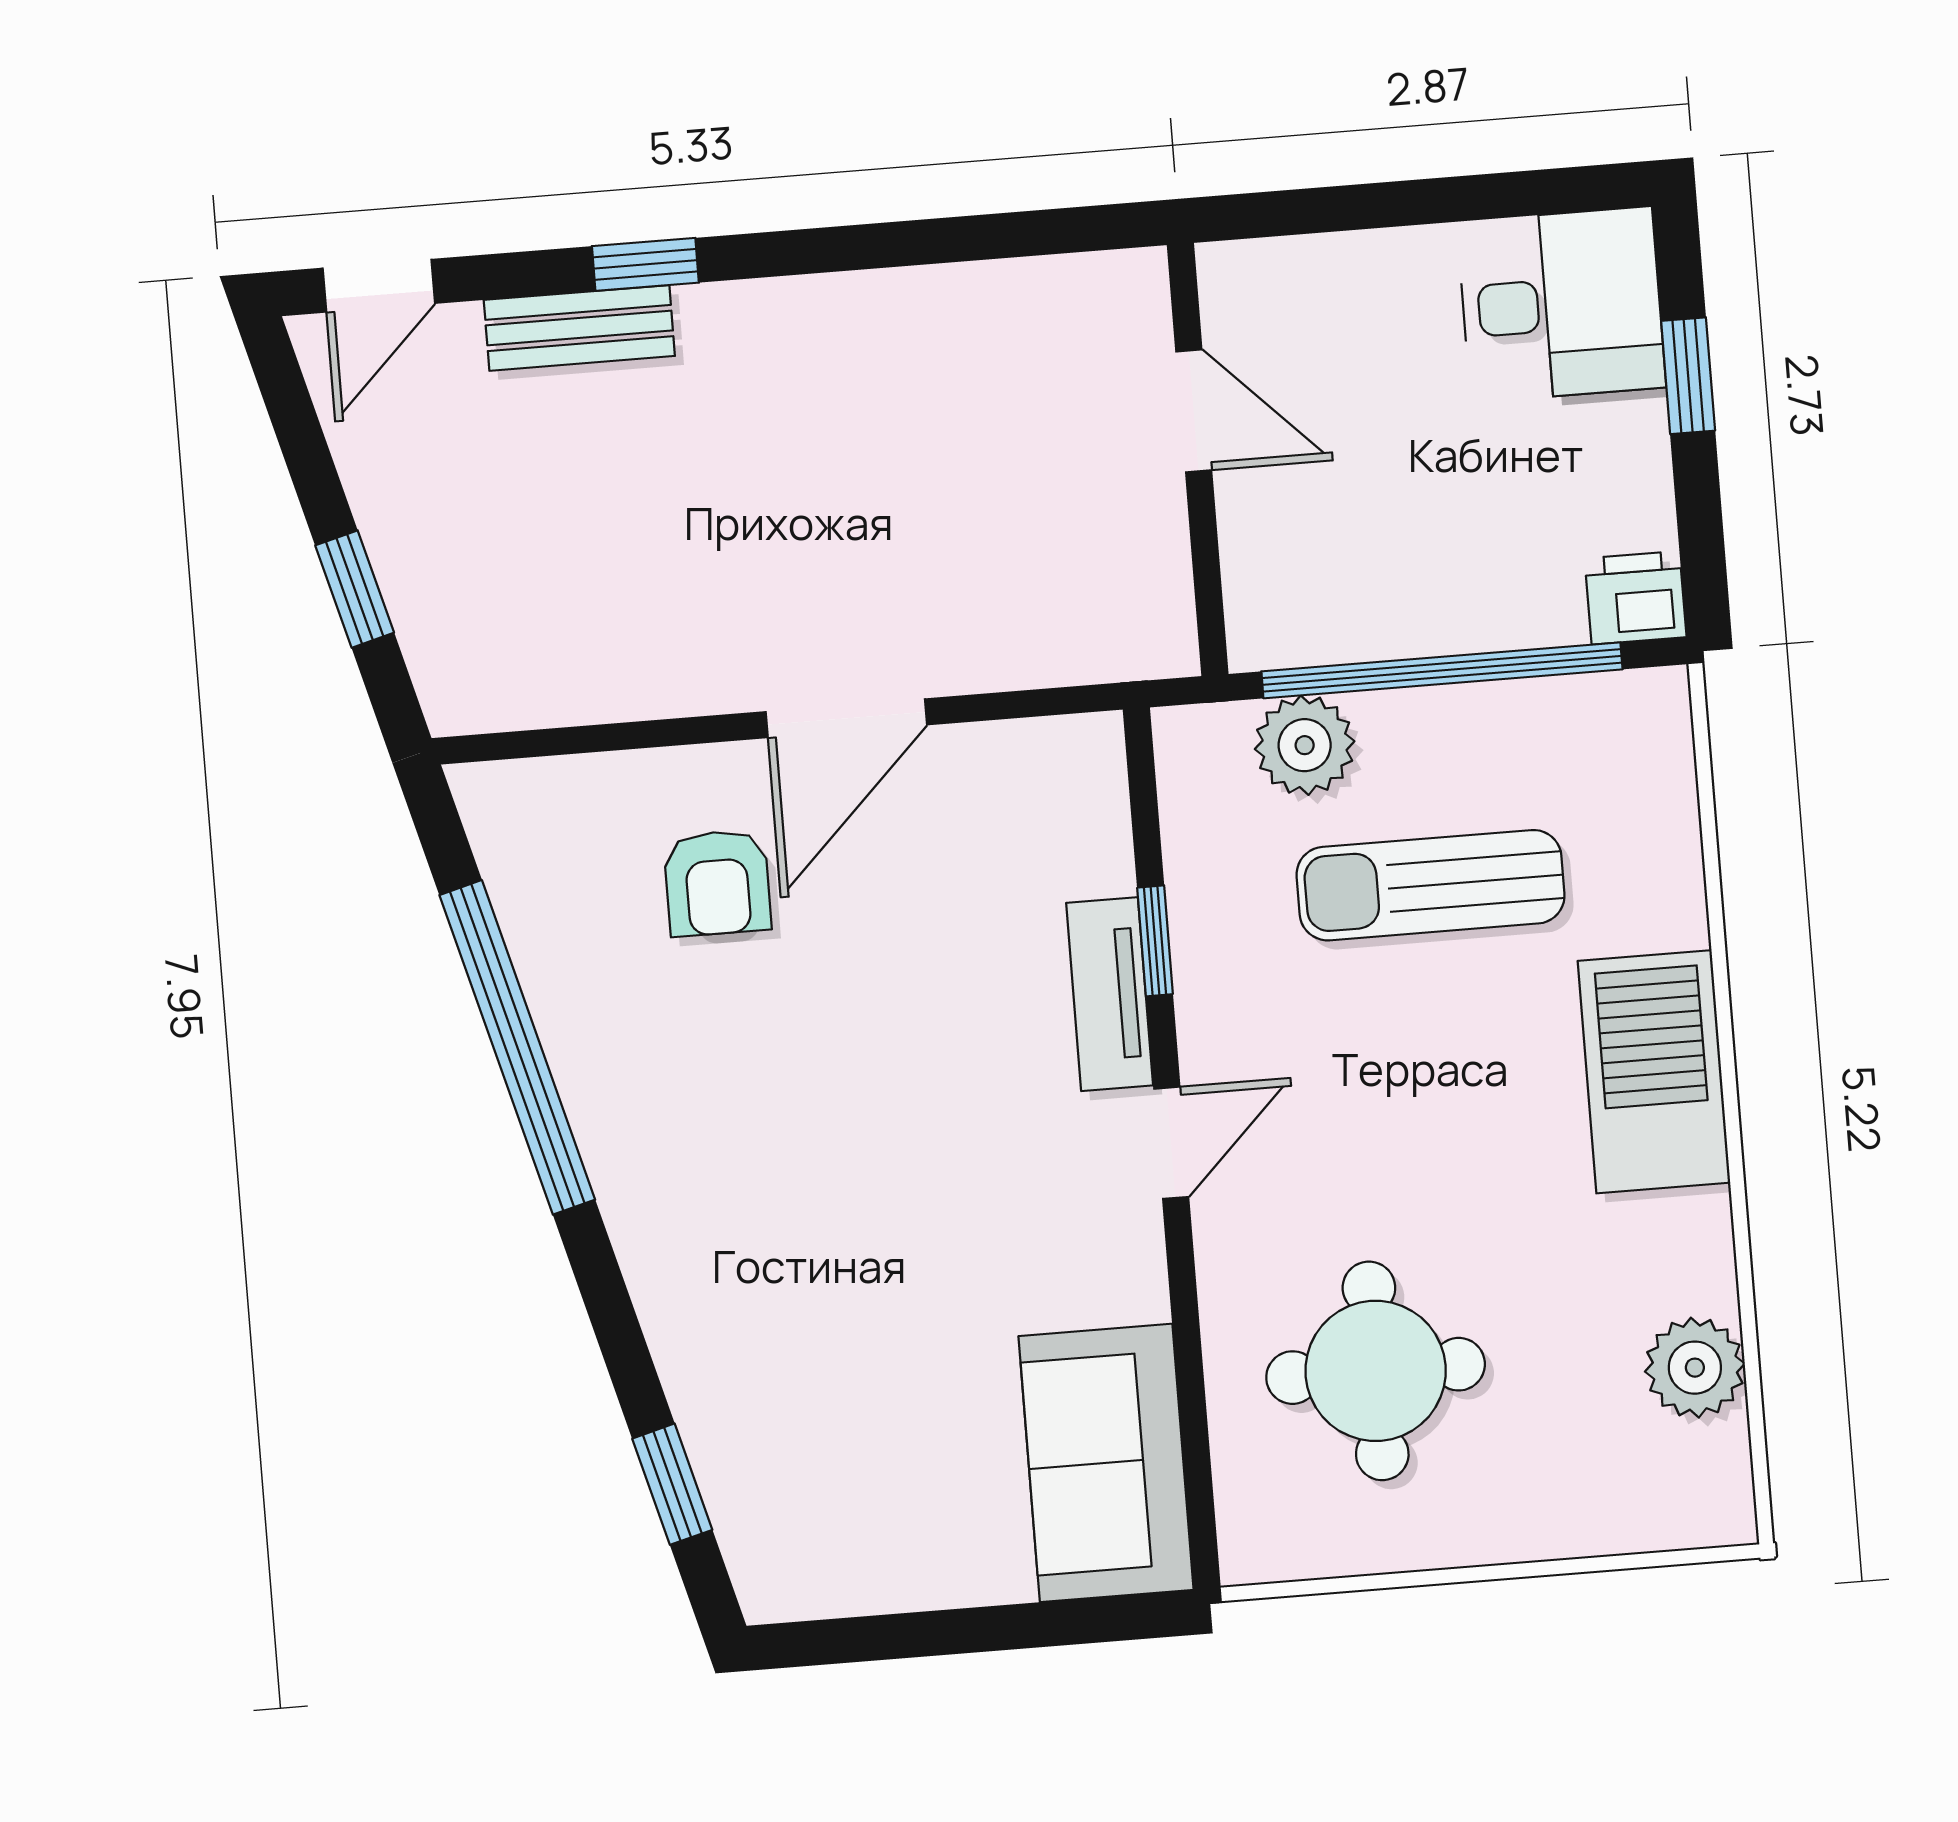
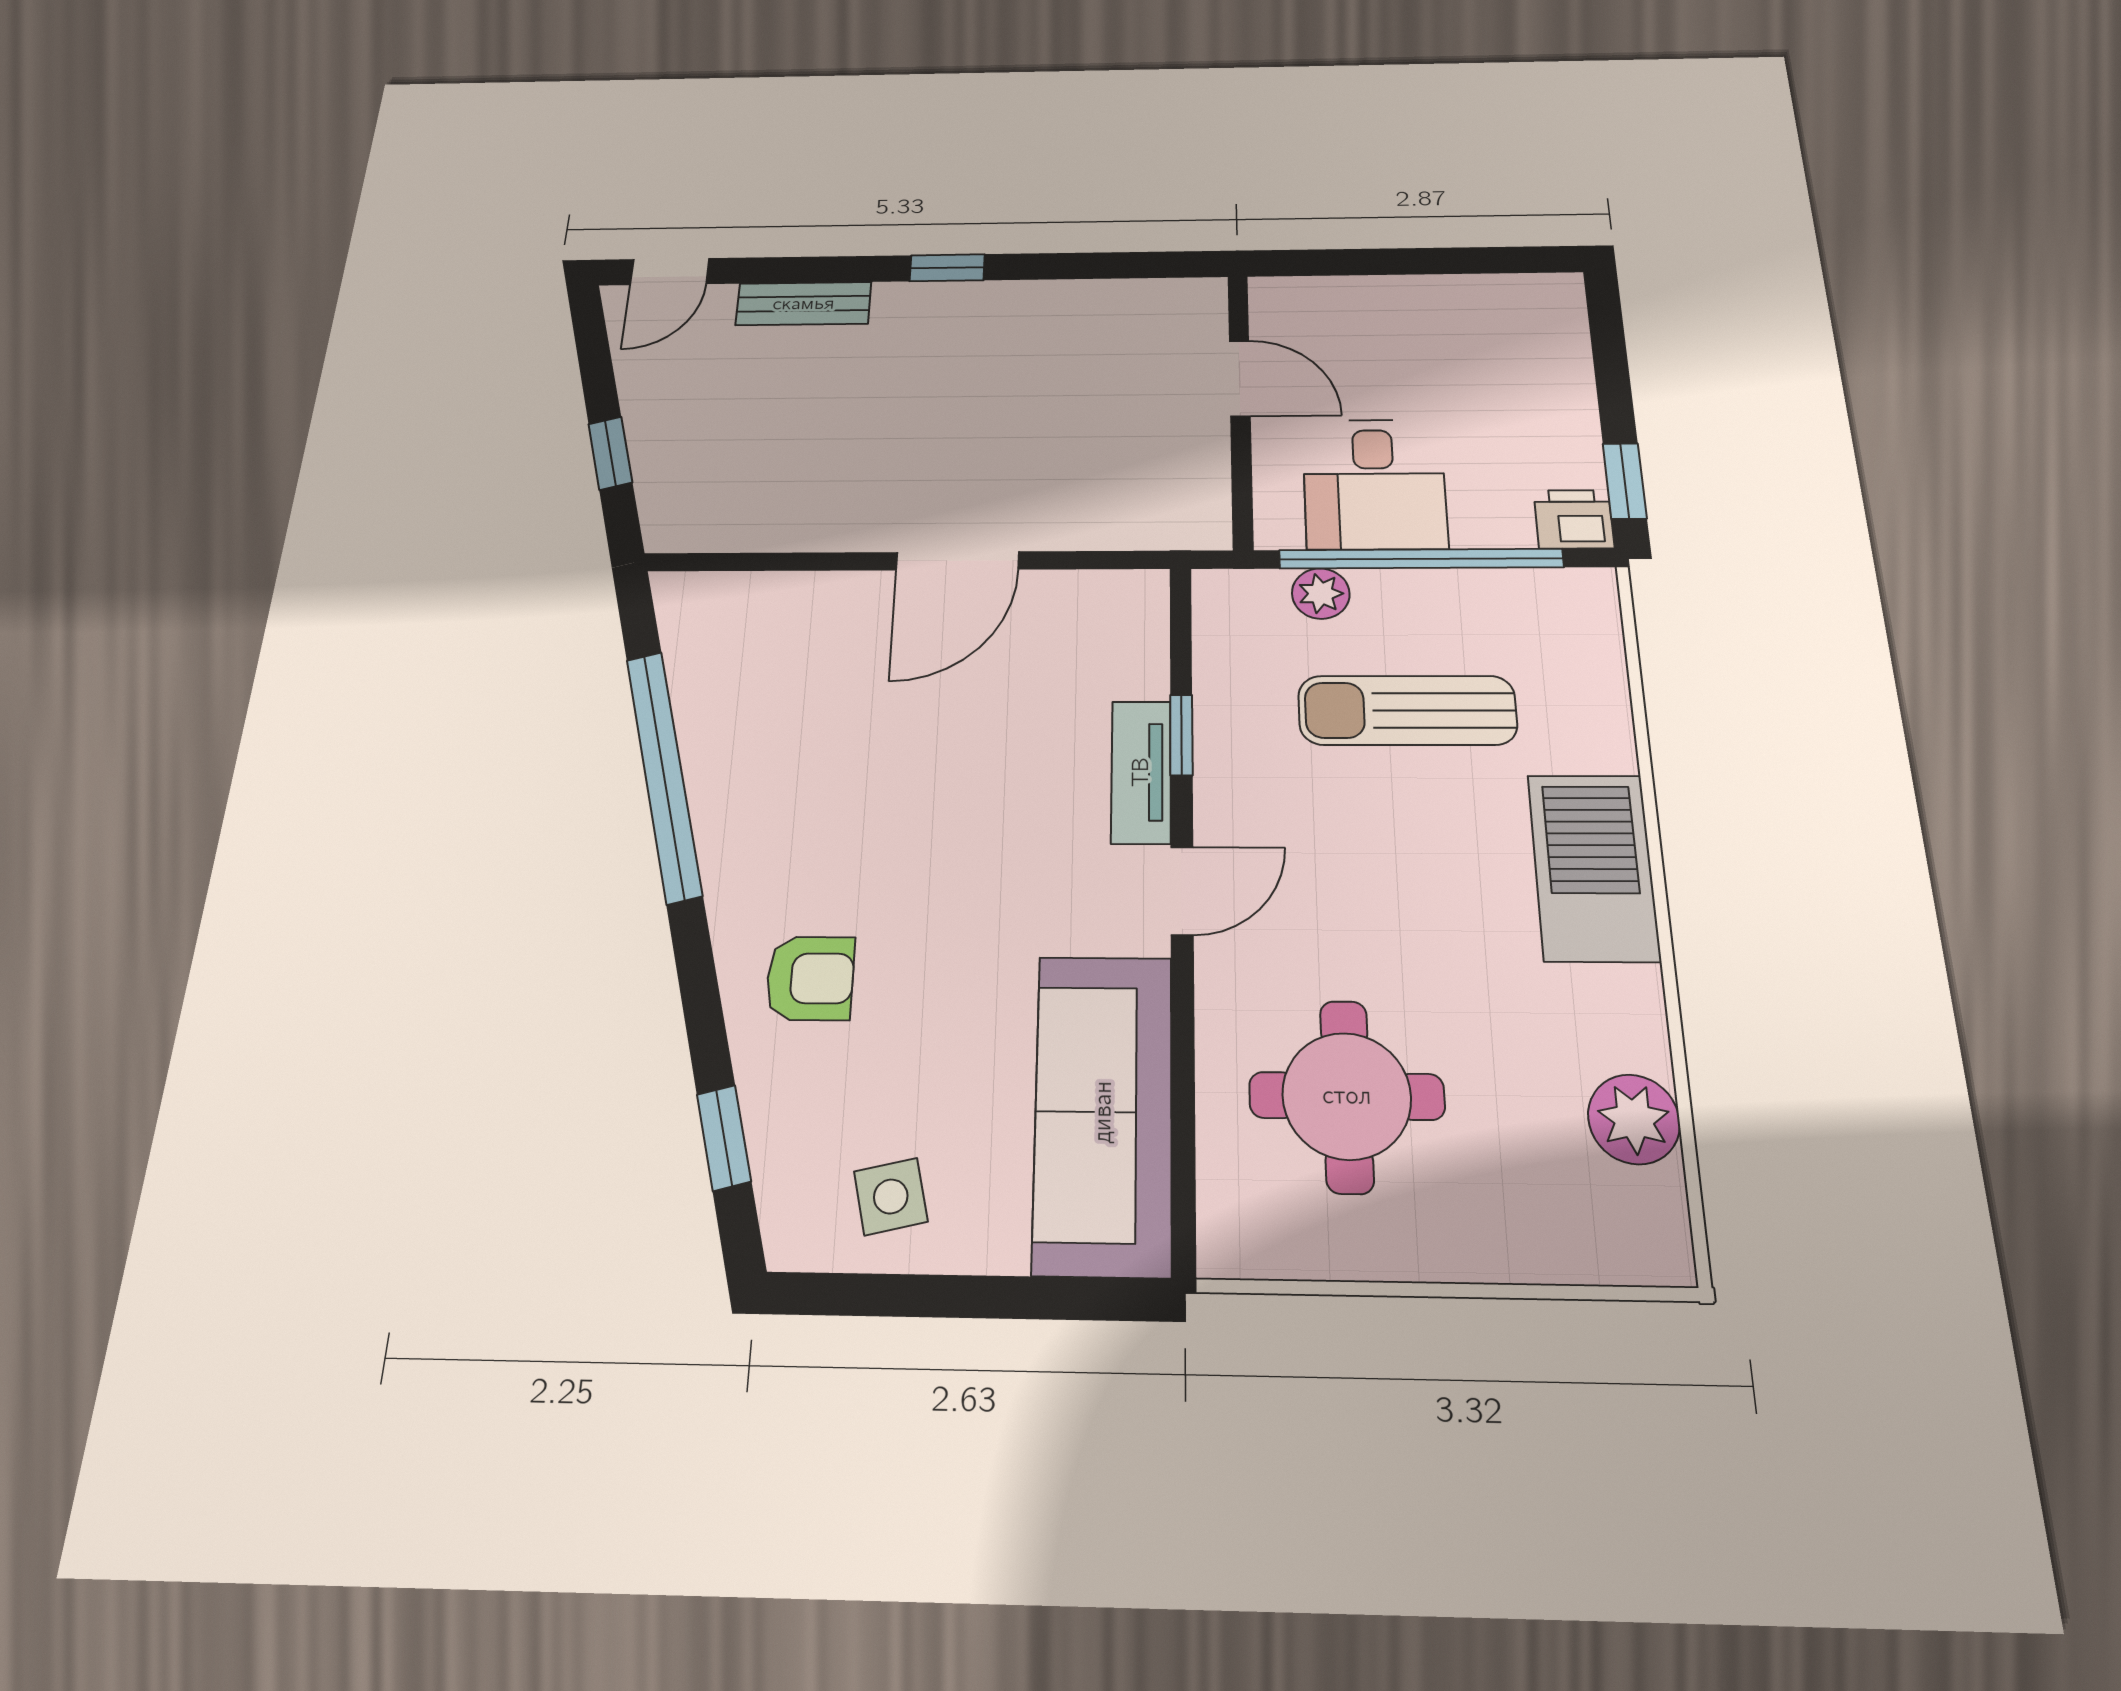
window: (645, 264) -> (947, 268), moved
desk: (1561, 305) -> (1374, 484), moved, turned 90
window: (1688, 376) -> (1625, 481), moved
plant: (1305, 745) -> (1321, 594), width x0.73, depth x0.73
armchair: (717, 883) -> (810, 978), moved, turned -90
sofa: (1106, 1463) -> (1103, 1112), width x1.36
side table: (873, 1531) -> (891, 1196), added

